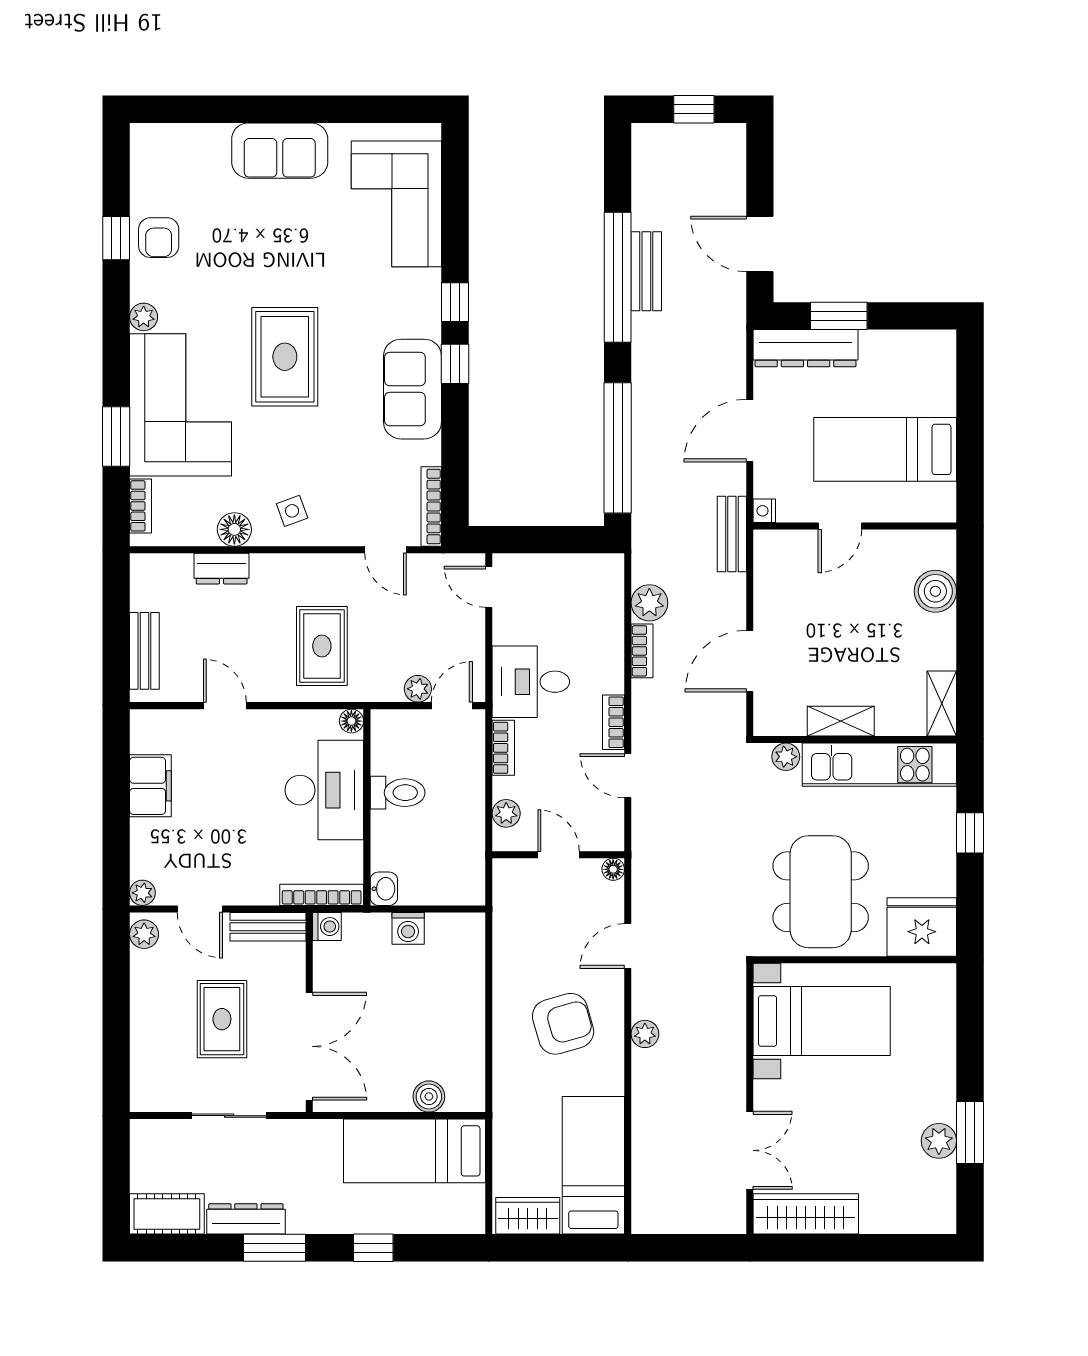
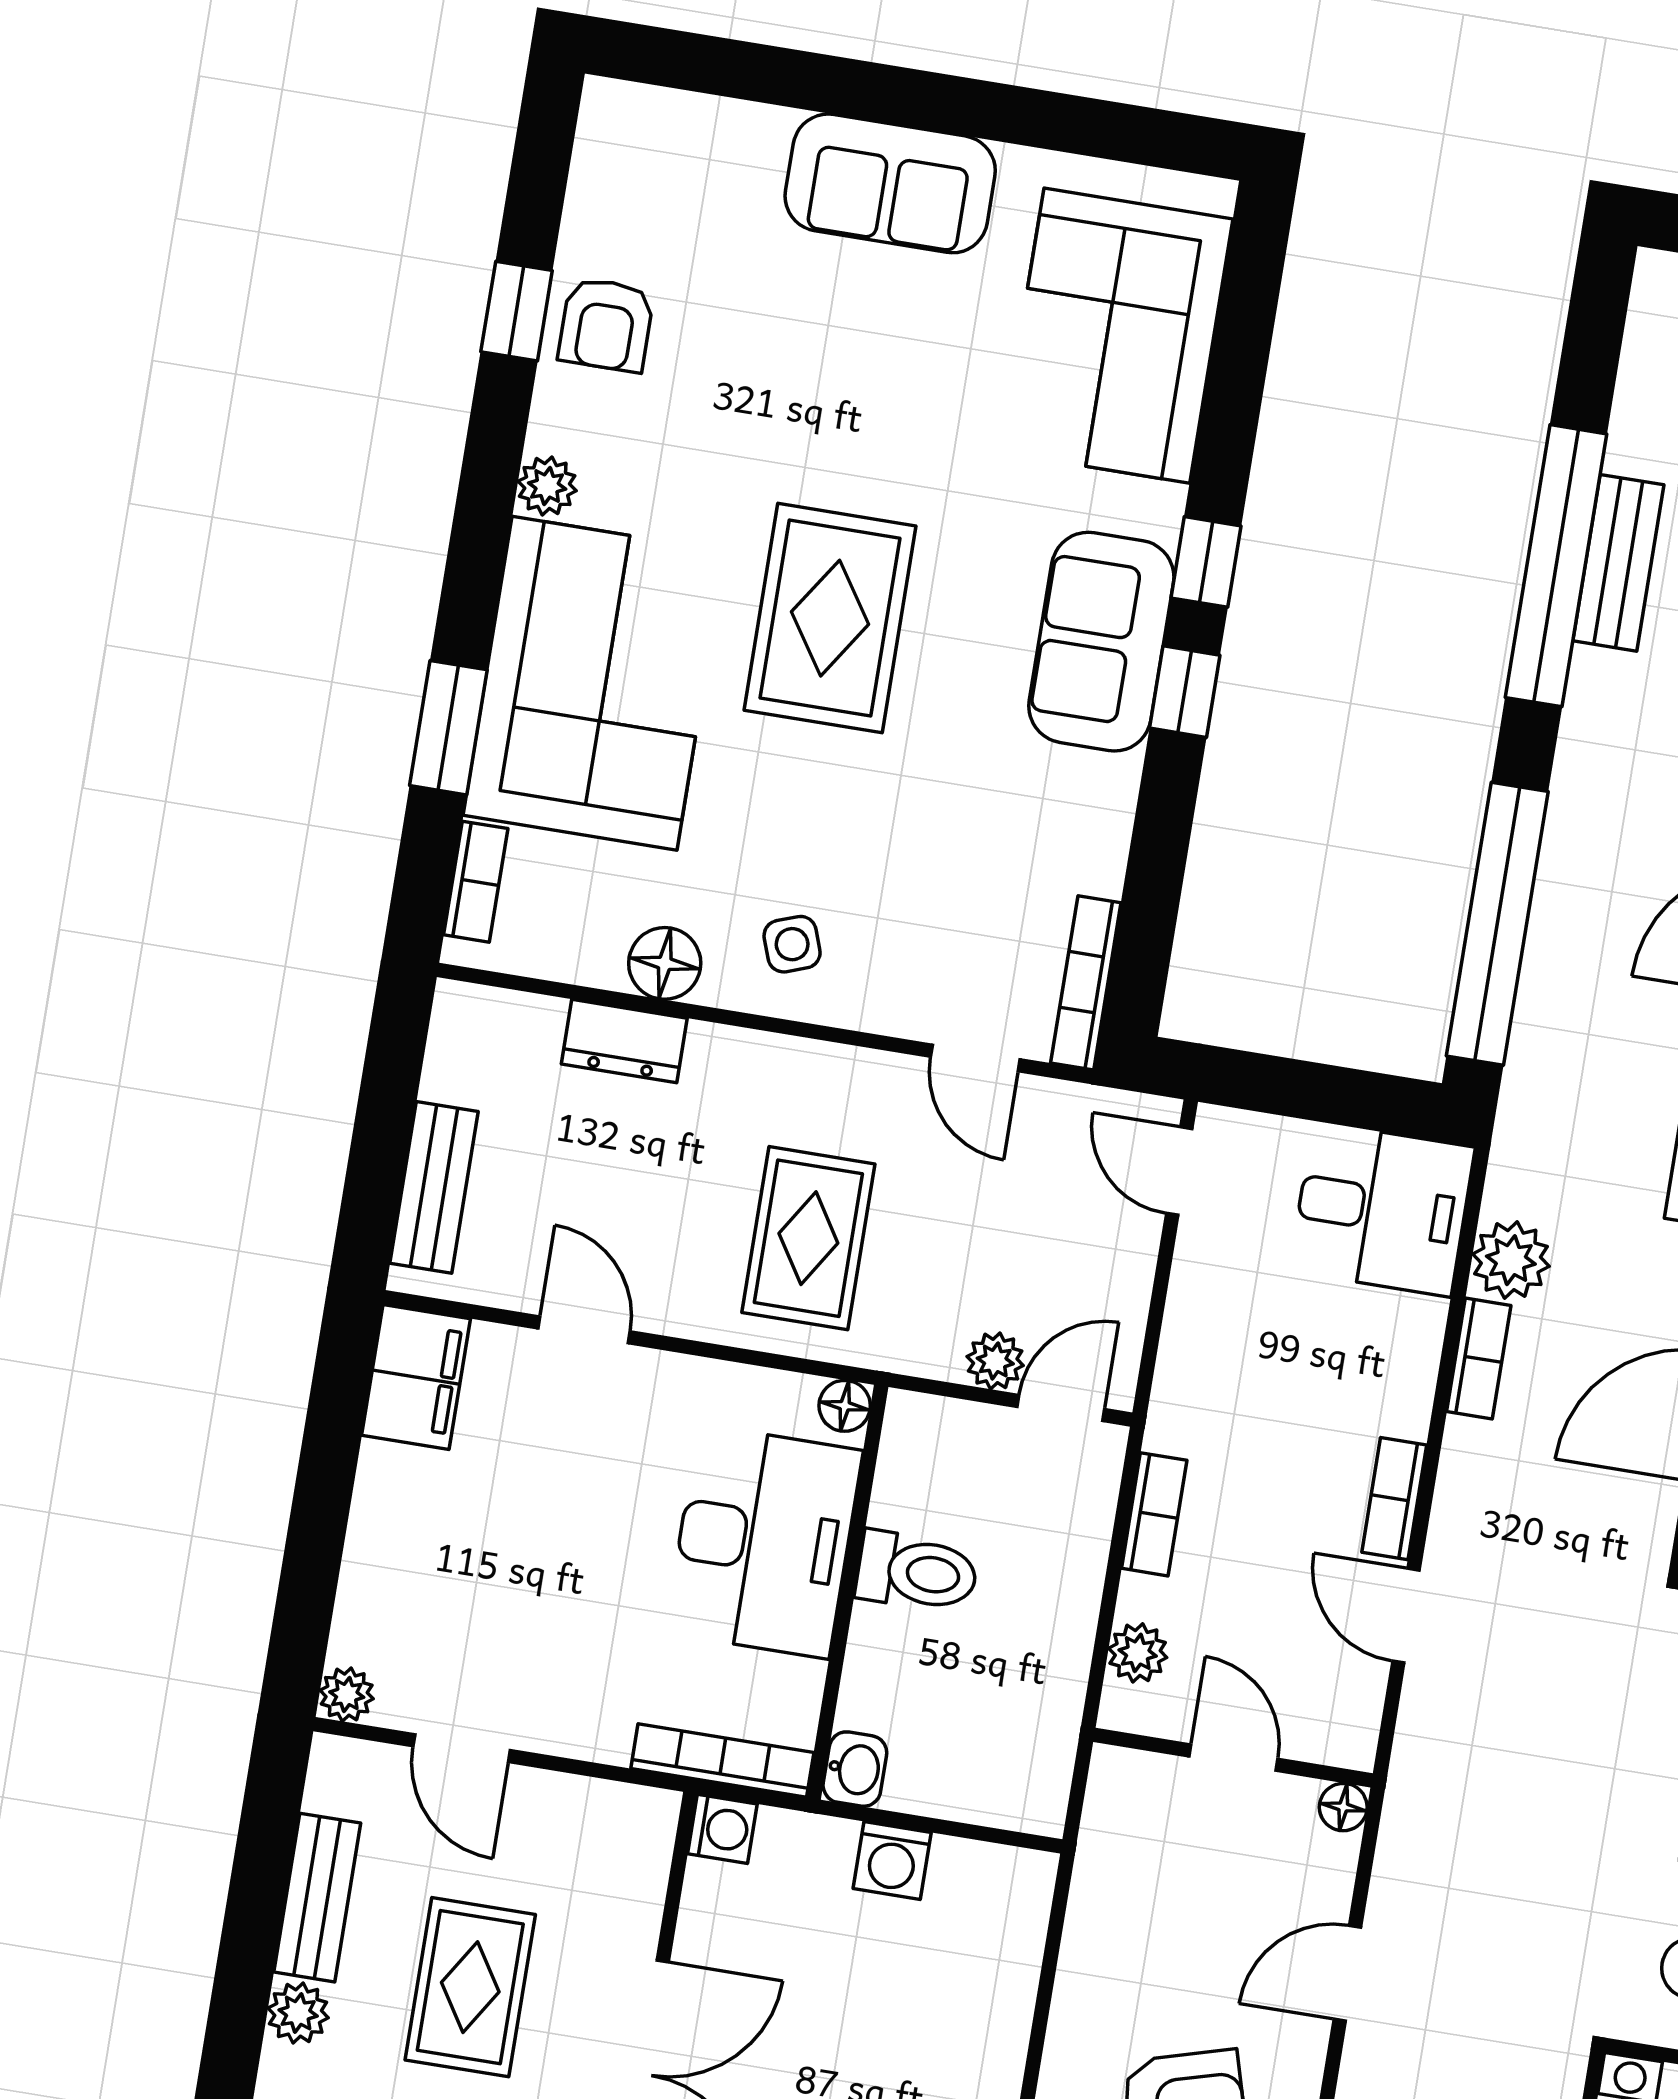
sofa: (413, 389) -> (1101, 642), moved
desk: (531, 682) -> (1382, 1209), moved, turned 180
filing cabinet: (150, 786) -> (416, 1377), moved
bench: (268, 927) -> (317, 1898), moved, turned 90
plant: (144, 934) -> (298, 2013), moved

